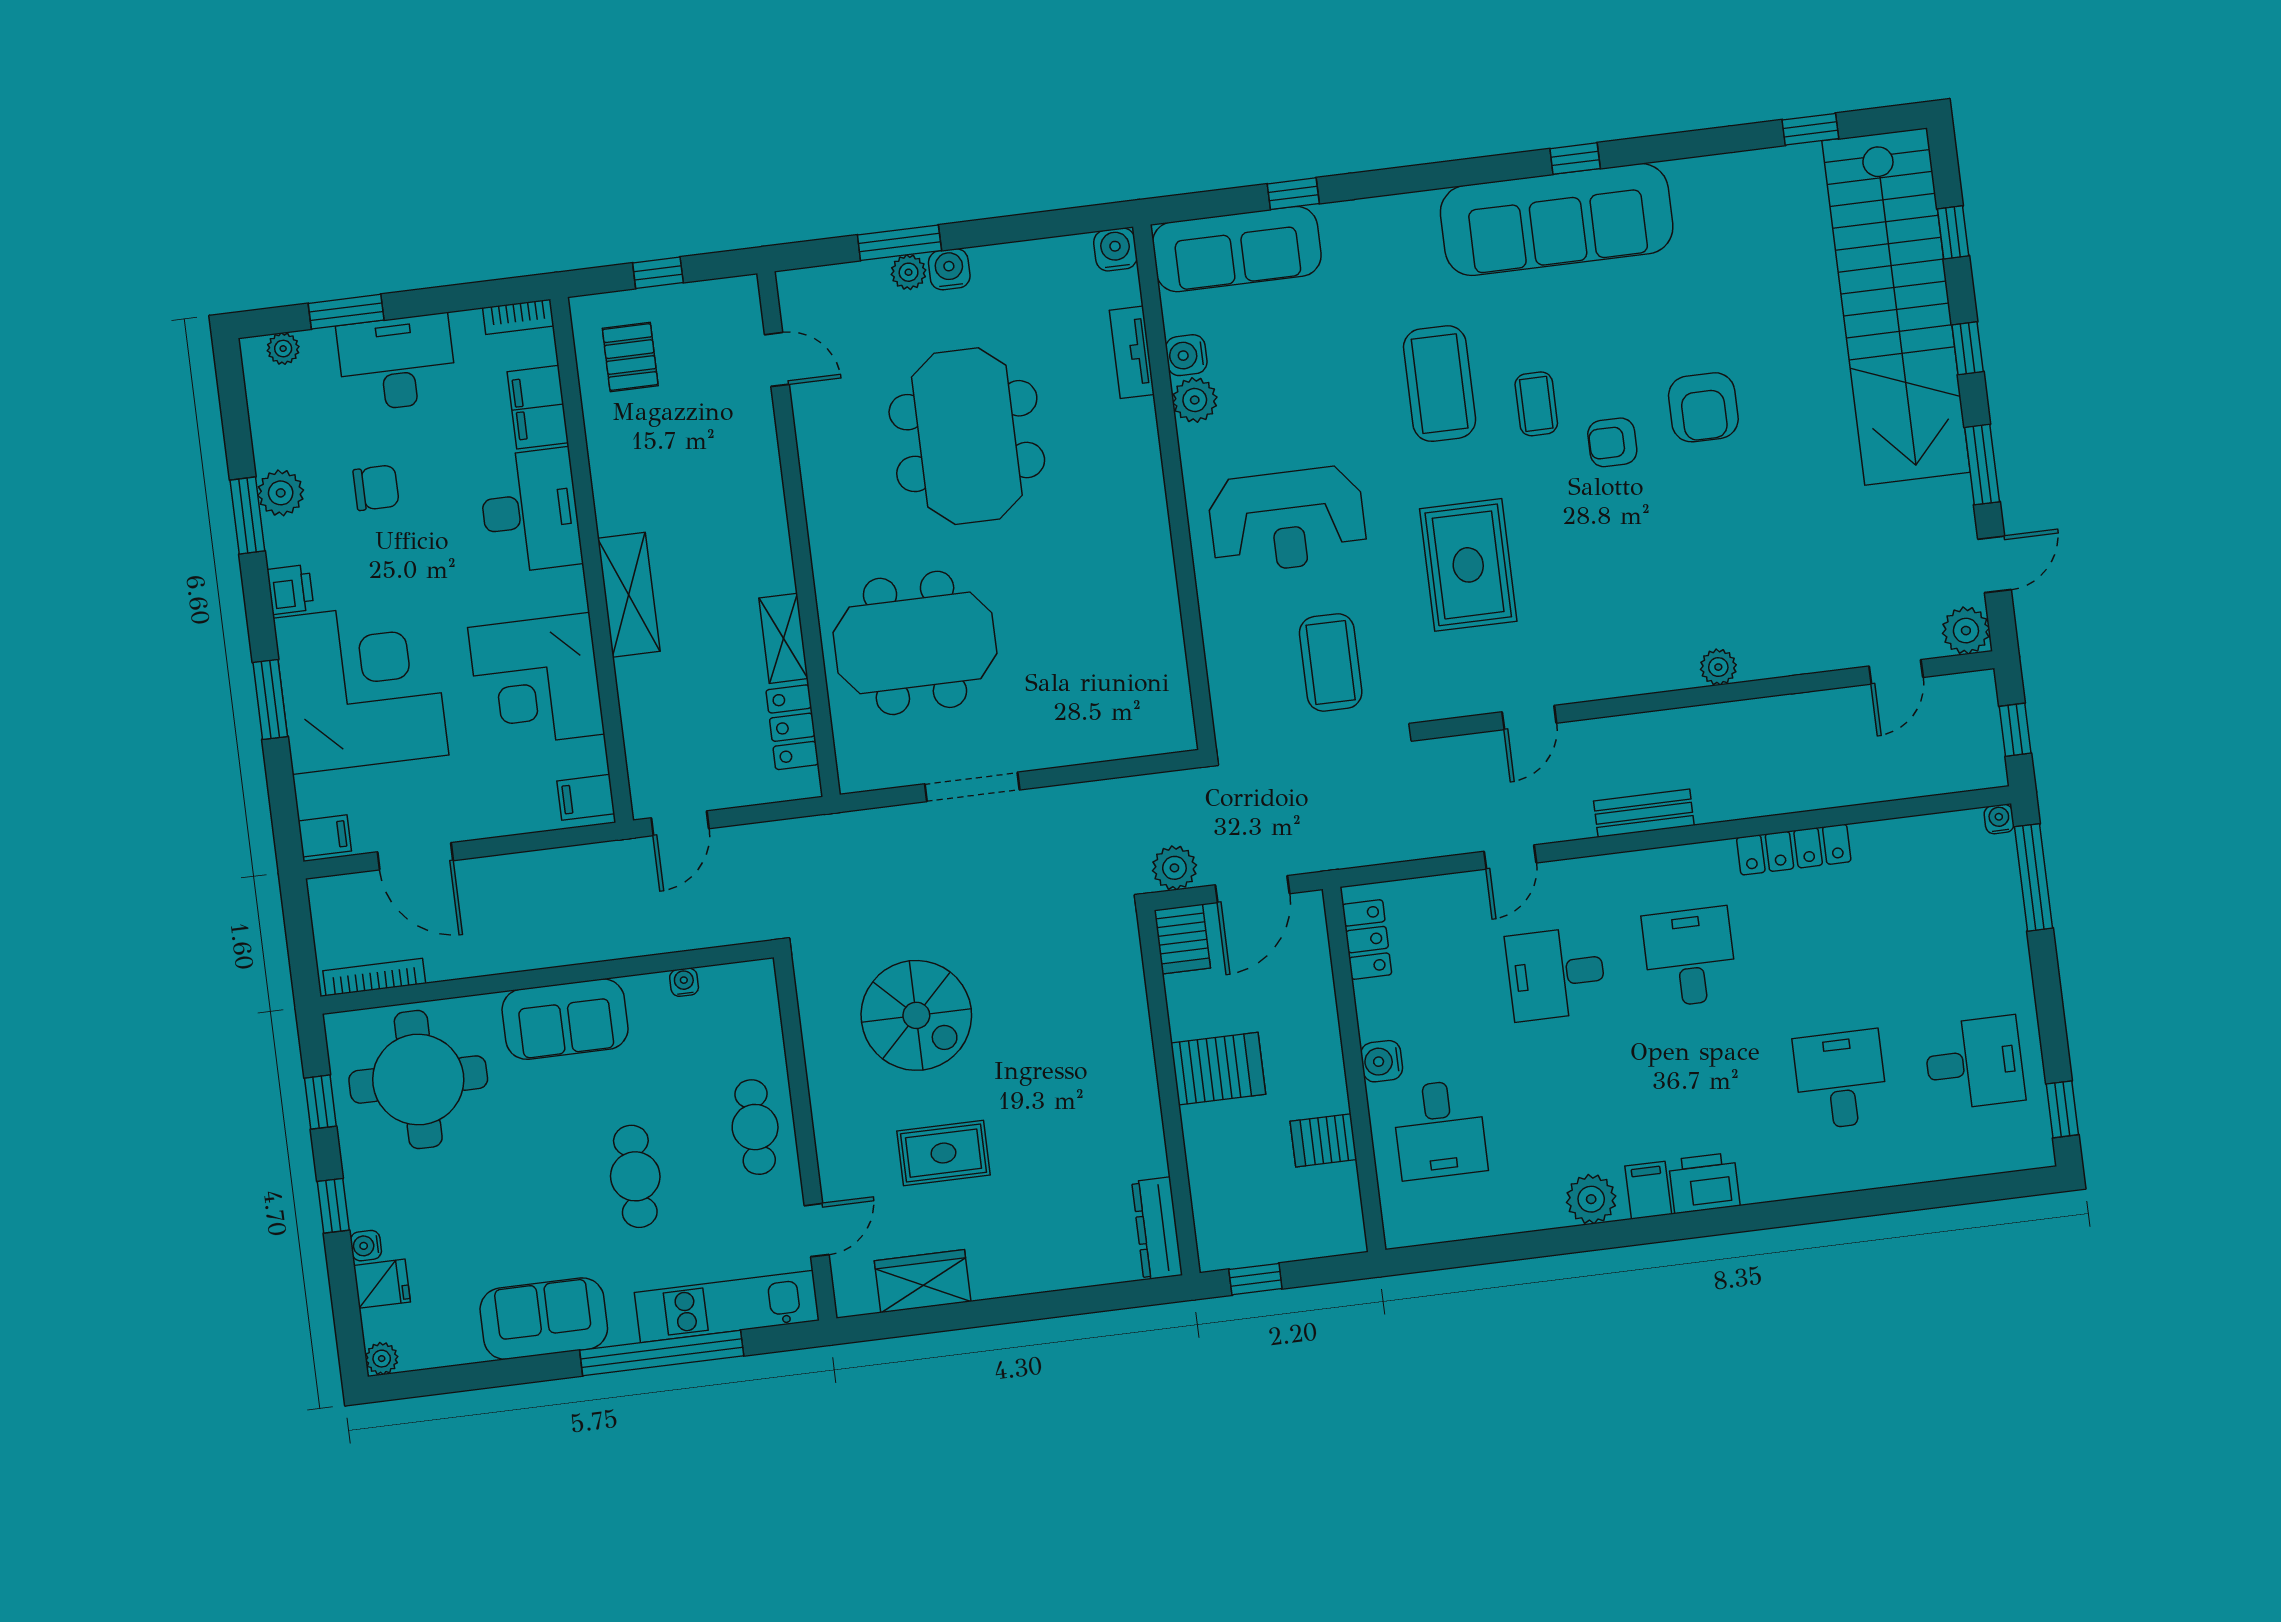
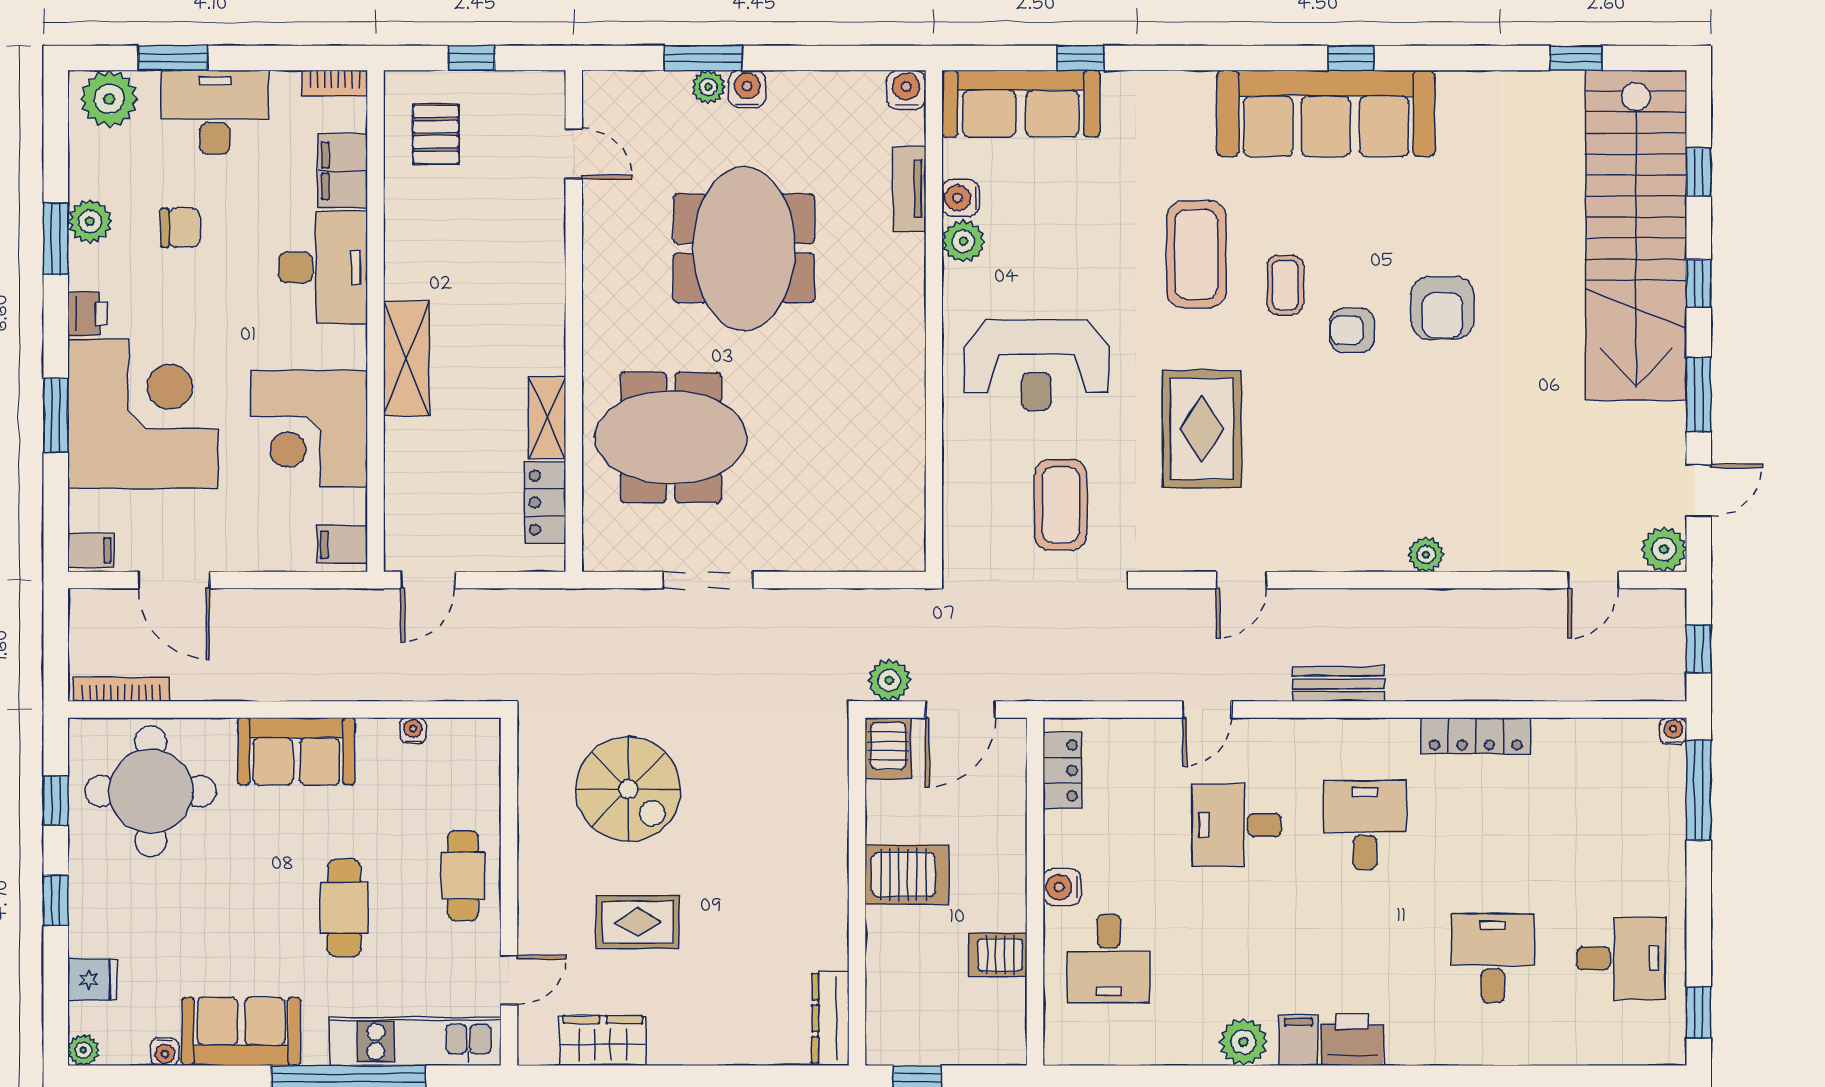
plant: (283, 349) -> (109, 99), width x1.88, depth x1.88
water cooler: (366, 1246) -> (165, 1052), moved, turned -90

